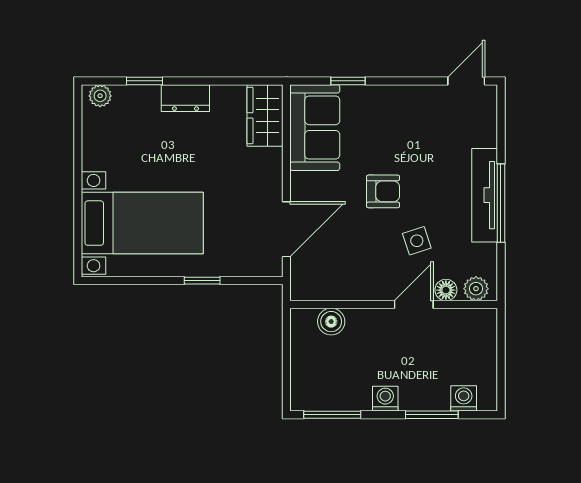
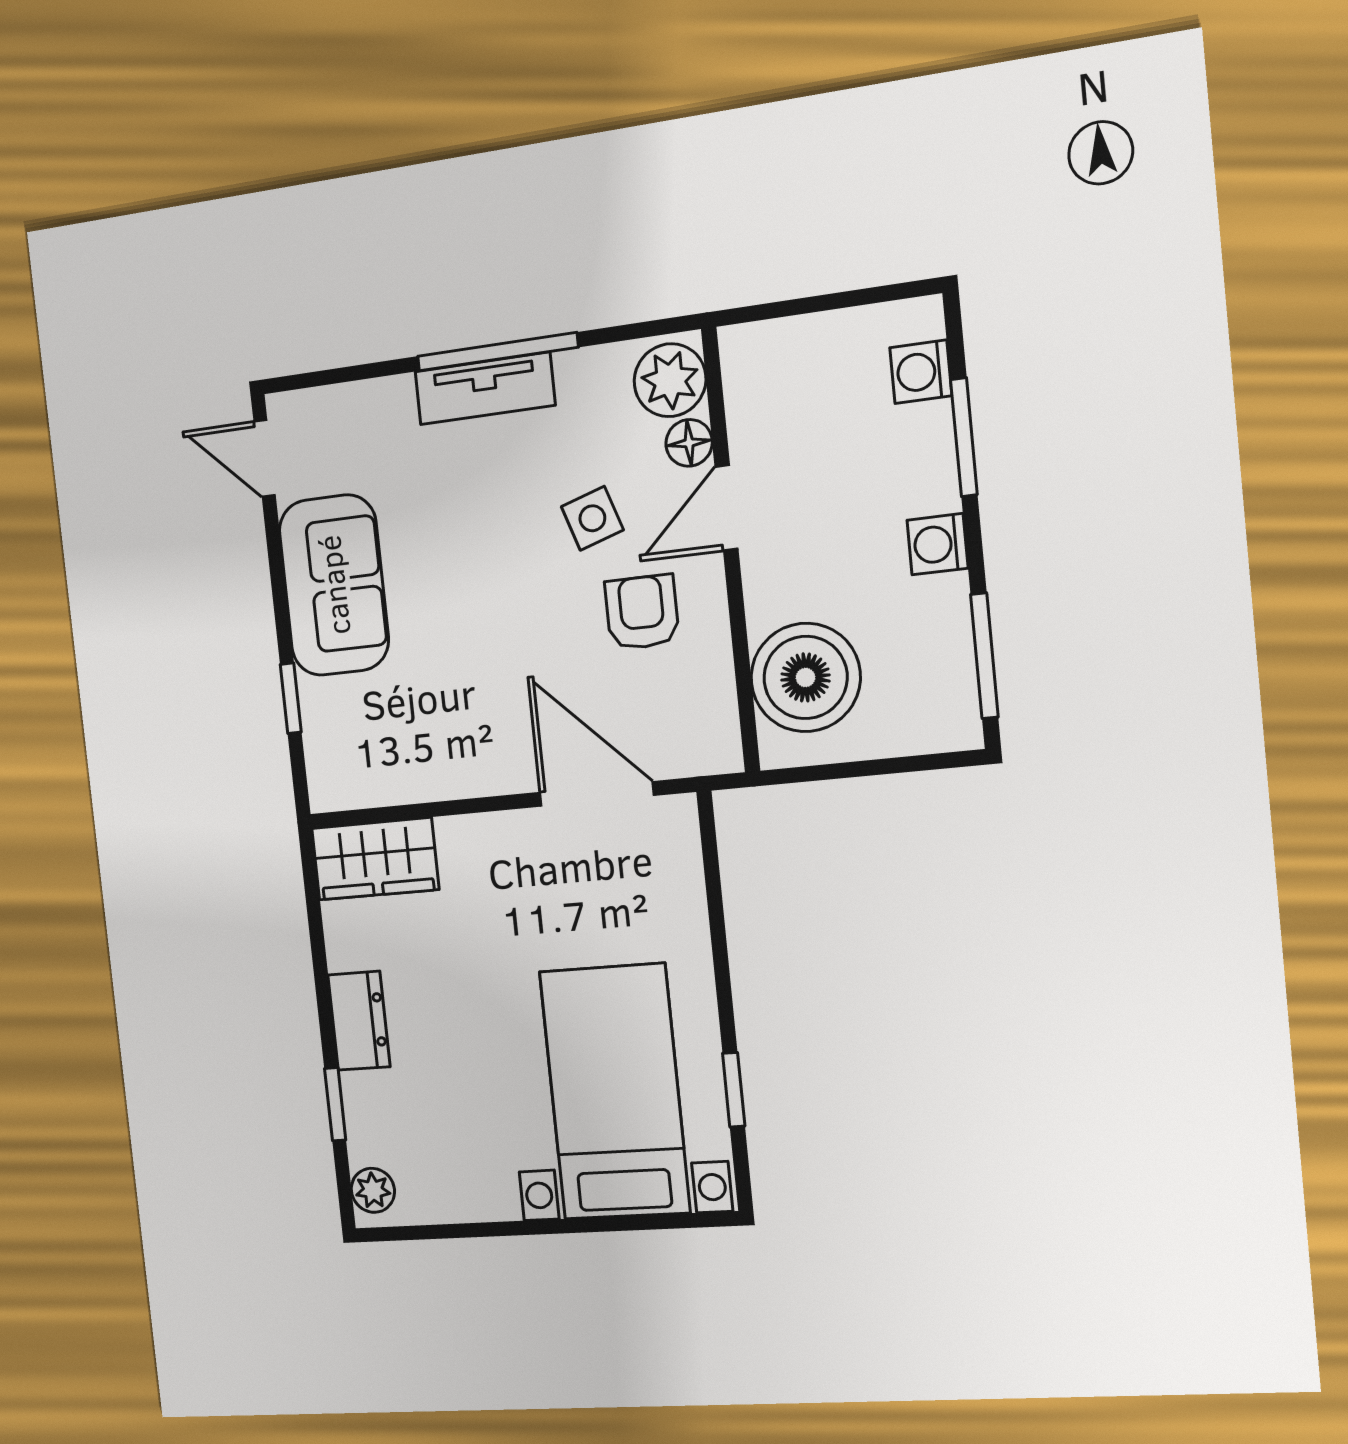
sofa: (315, 128) -> (334, 585), moved, turned 90
armchair: (383, 191) -> (642, 612), moved
tv unit: (485, 195) -> (485, 388), width x0.71
window: (202, 281) -> (734, 1090), moved
plant: (476, 289) -> (670, 380), width x1.38, depth x1.38
door: (414, 304) -> (726, 508), hinge flipped
boiler: (331, 322) -> (806, 677), width x1.86, depth x1.86

